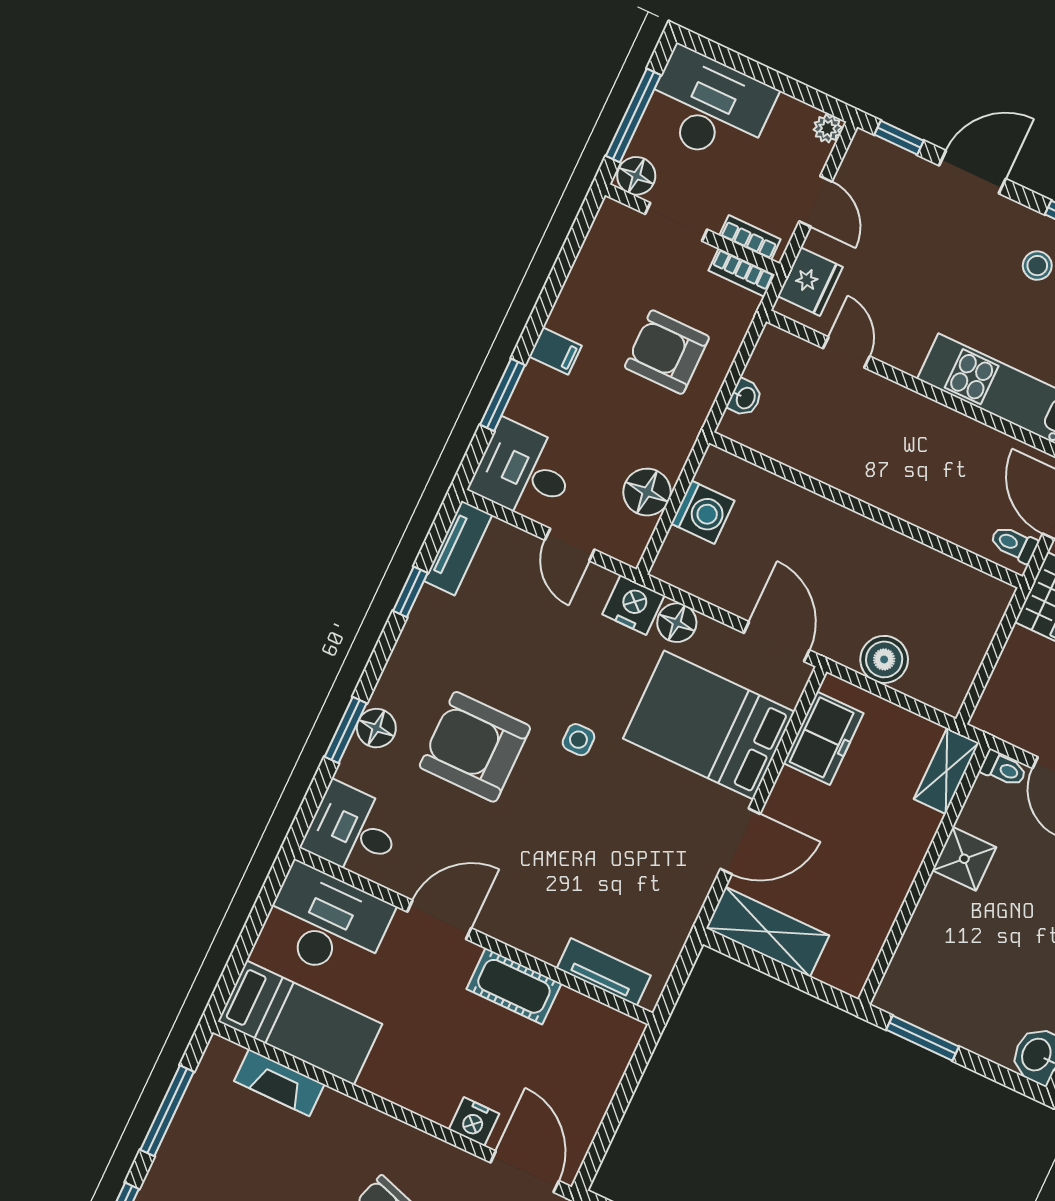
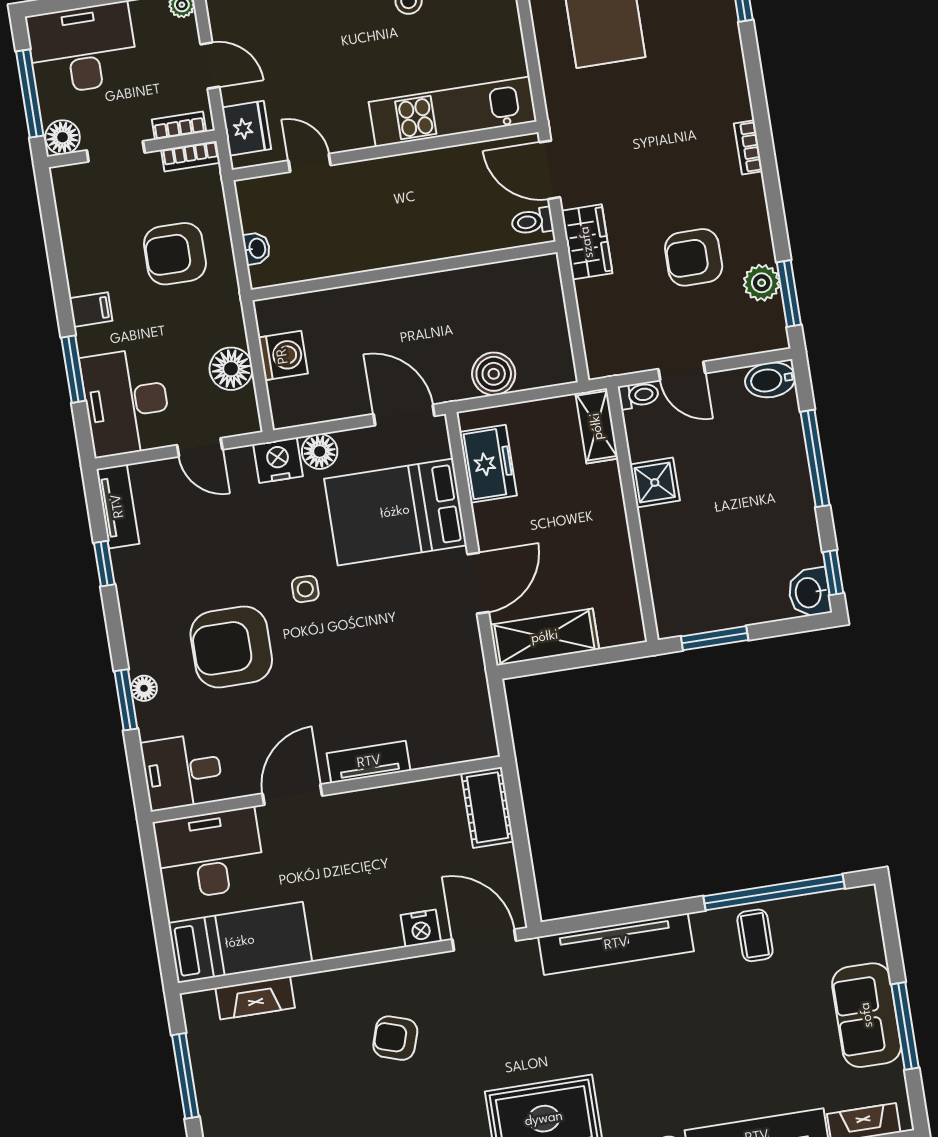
desk: (524, 472) -> (126, 402), width x1.37
floor lamp: (376, 728) -> (144, 688), width x0.73, depth x0.73
tv unit: (604, 972) -> (369, 762), moved
cot: (514, 986) -> (487, 807), moved, turned 90

